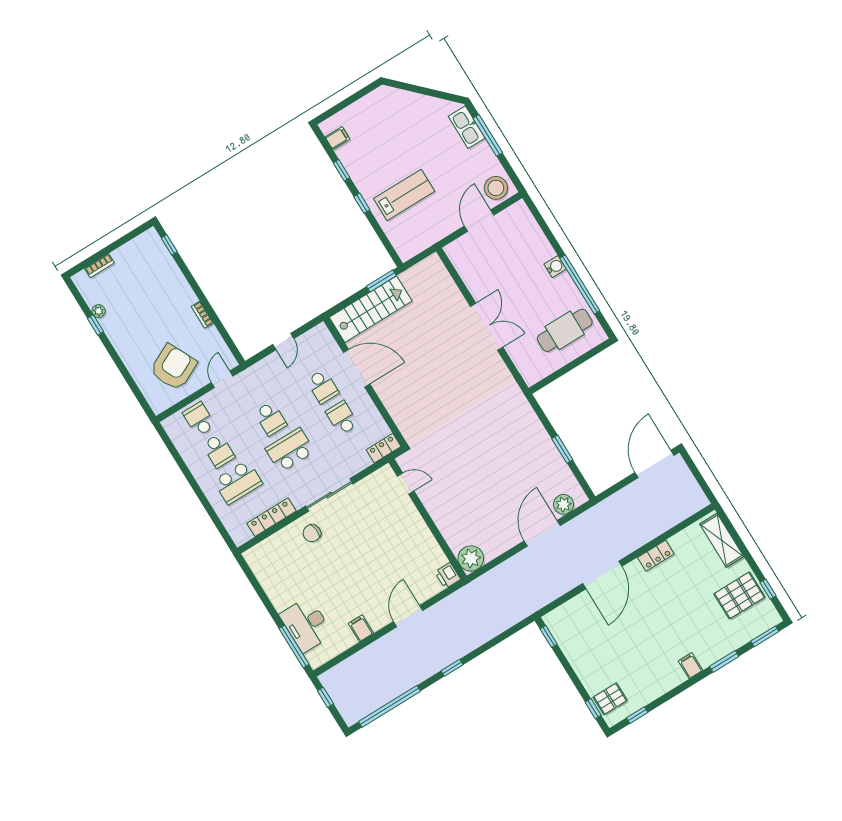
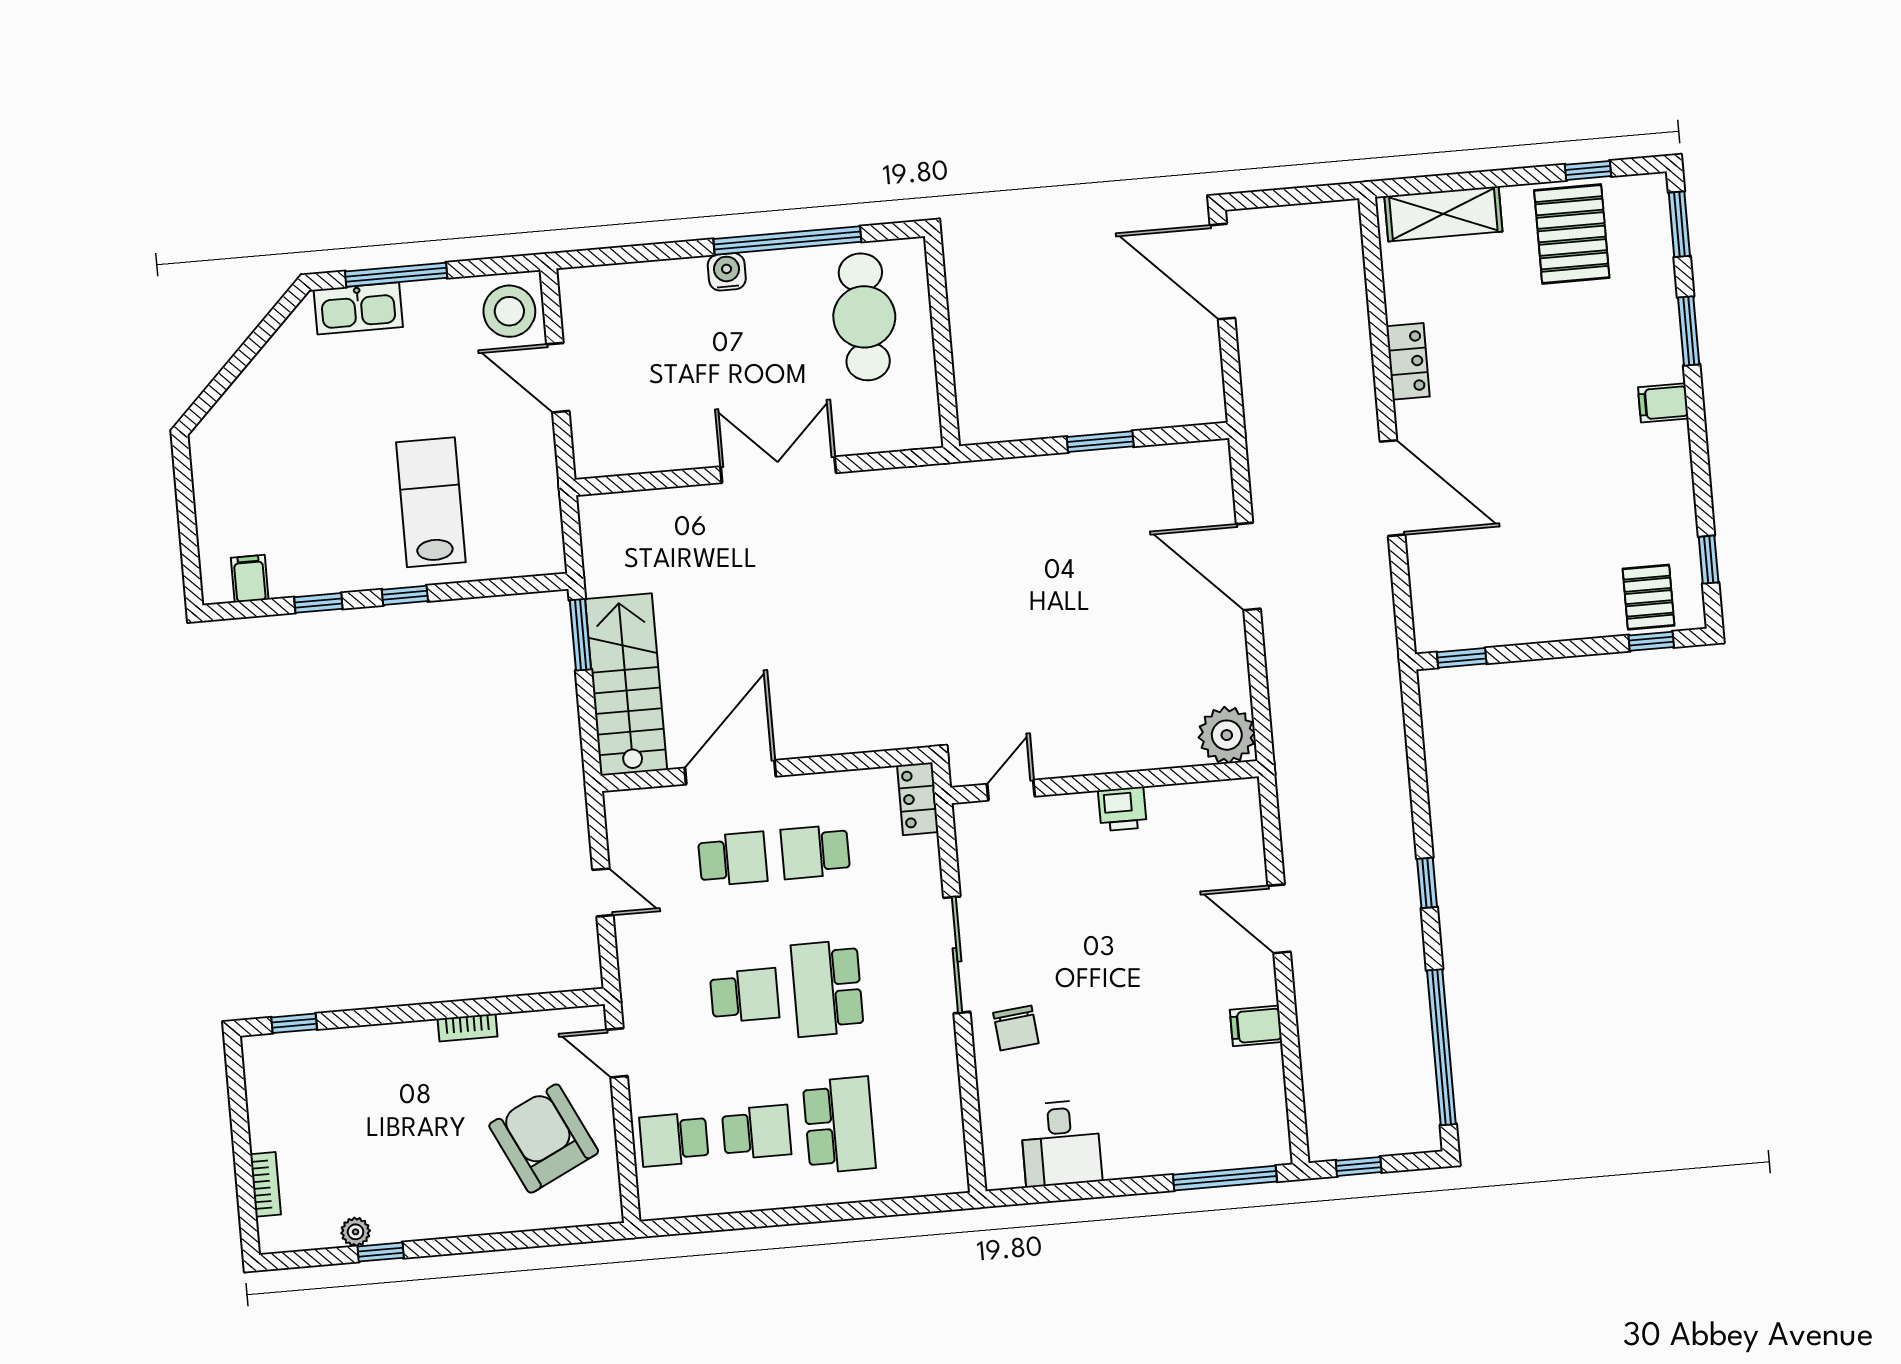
plant: (564, 504) -> (1212, 495), removed
locker: (272, 517) -> (943, 1093), removed
printer: (448, 576) -> (1122, 809), moved
desk: (306, 625) -> (1061, 1143), moved, width x0.73

